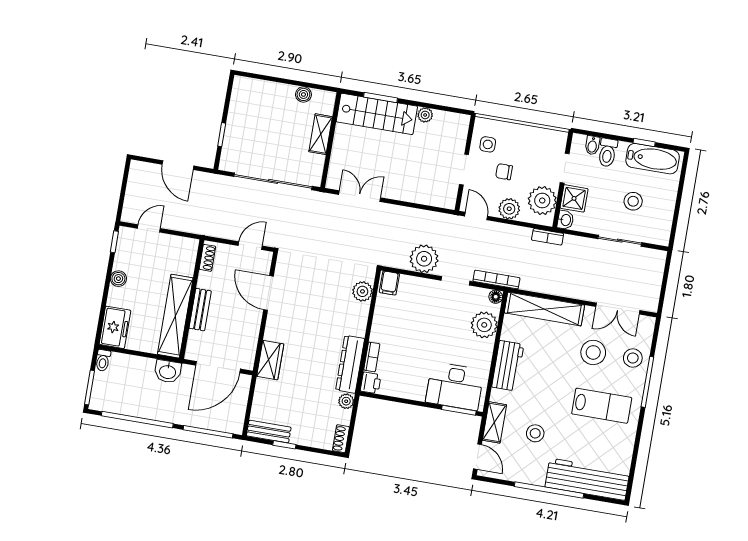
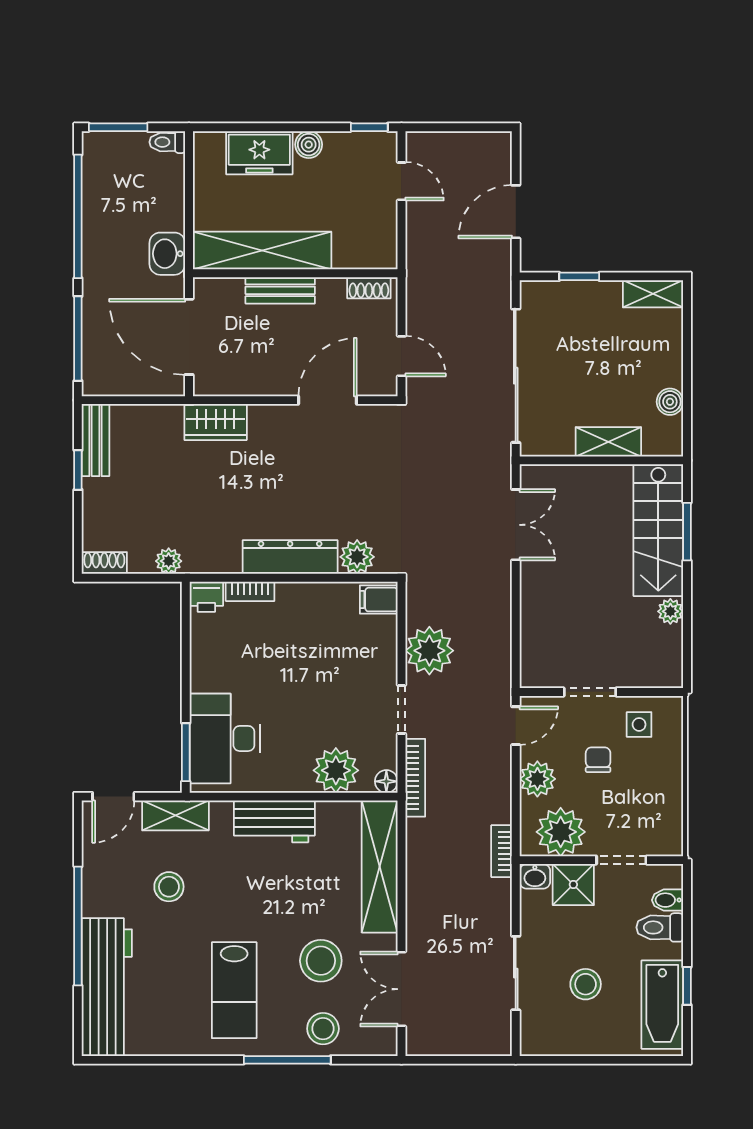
shelving: (239, 94) -> (653, 294), added
freezer: (115, 327) -> (259, 153), moved
dresser: (350, 364) -> (290, 557), moved

